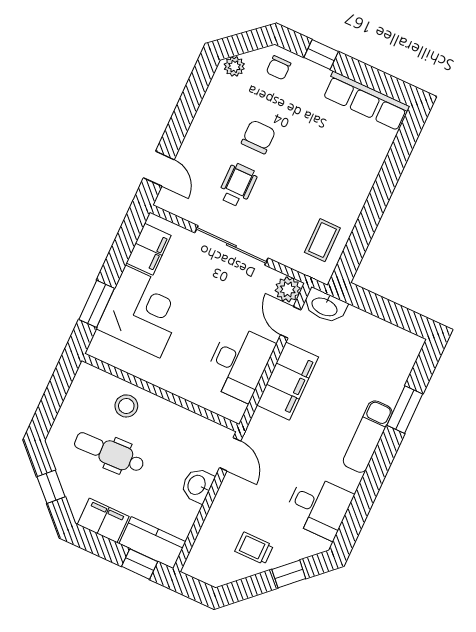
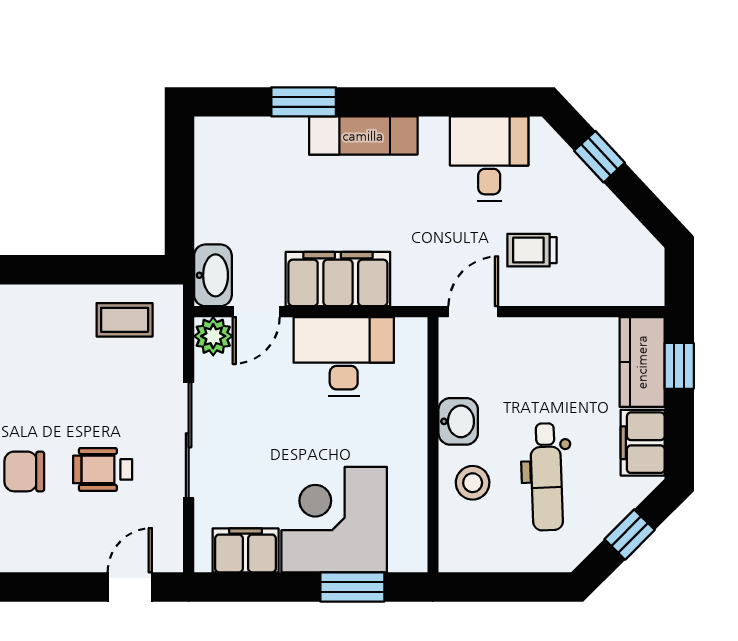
washbasin: (197, 485) -> (458, 421), moved, turned -90
trolley: (254, 548) -> (532, 250), moved, turned 90

